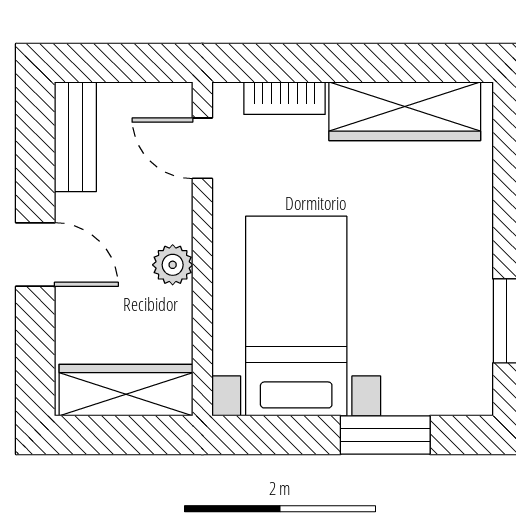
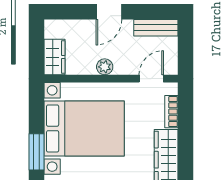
bed with nightstands: (296, 316) -> (84, 128), width x1.36
wardrobe: (126, 390) -> (55, 57), width x0.67

